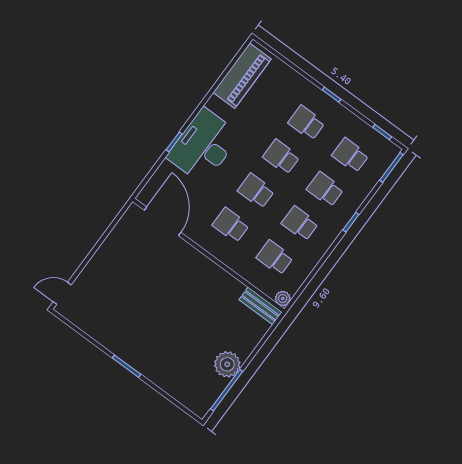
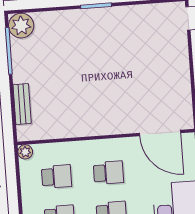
bench: (260, 306) -> (22, 104), moved, turned 90
plant: (227, 364) -> (21, 26), moved

